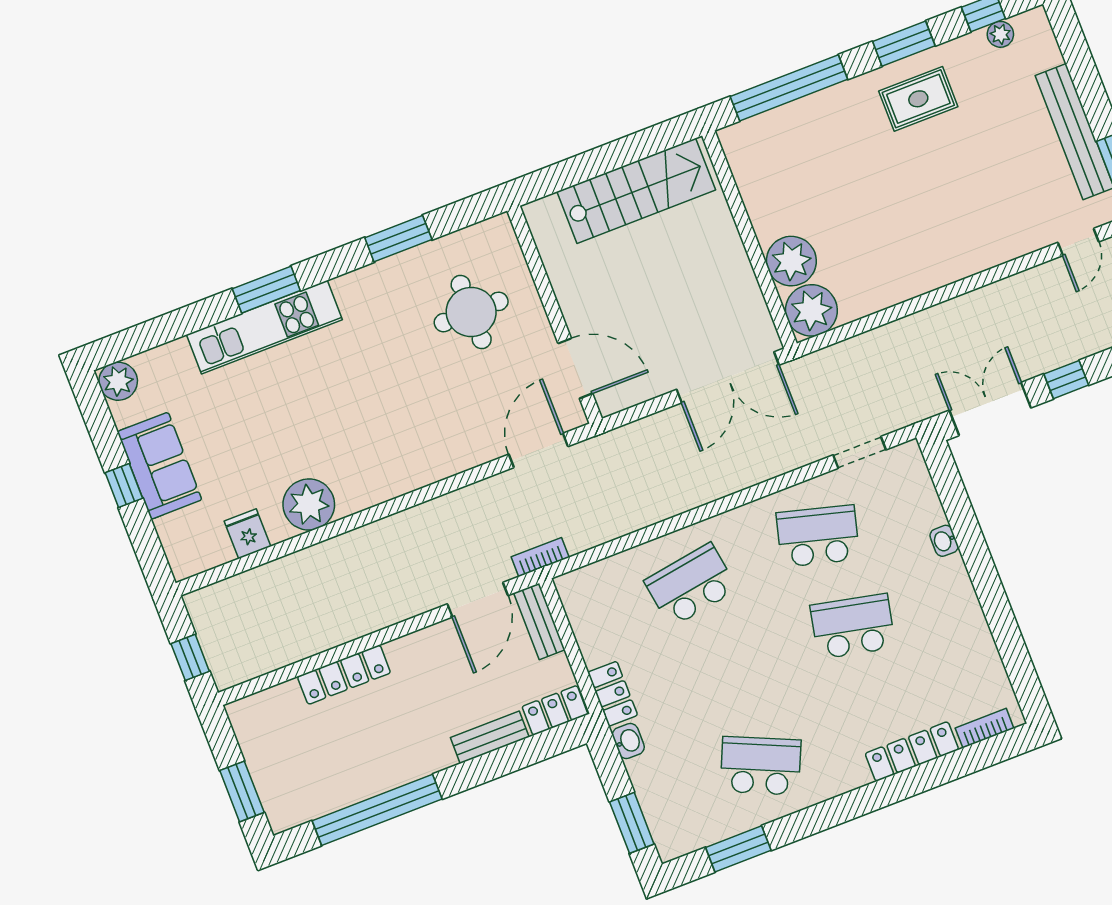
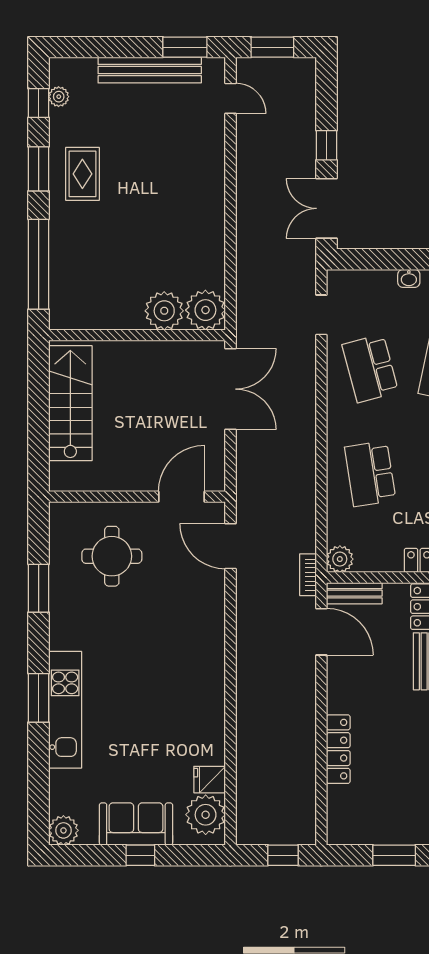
plant: (309, 504) -> (206, 815), moved
school desk: (818, 536) -> (370, 368), turned -30
plant: (574, 588) -> (340, 559), added

